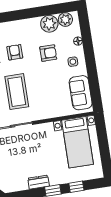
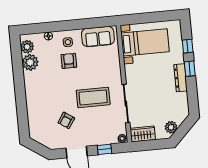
armchair: (15, 52) -> (55, 97), removed
armchair: (48, 53) -> (69, 61), moved
dresser: (39, 182) -> (180, 78), width x1.44

